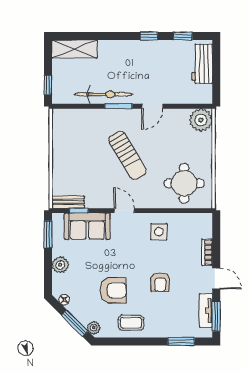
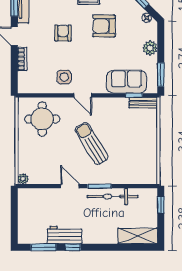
window: (183, 36) -> (44, 247), width x1.50
workbench: (202, 64) -> (65, 235), moved, turned -90
door: (152, 106) -> (70, 186), hinge flipped
plant: (201, 120) -> (23, 179), width x0.53, depth x0.53
door: (124, 211) -> (83, 95), moved

